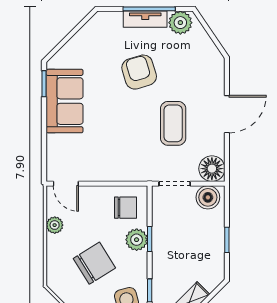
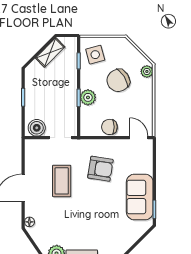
armchair: (139, 72) -> (100, 169), moved, turned -64
floor lamp: (212, 169) -> (29, 222), moved, width x0.53, depth x0.53
chair: (126, 208) -> (109, 127), moved
plant: (55, 225) -> (147, 71), moved

